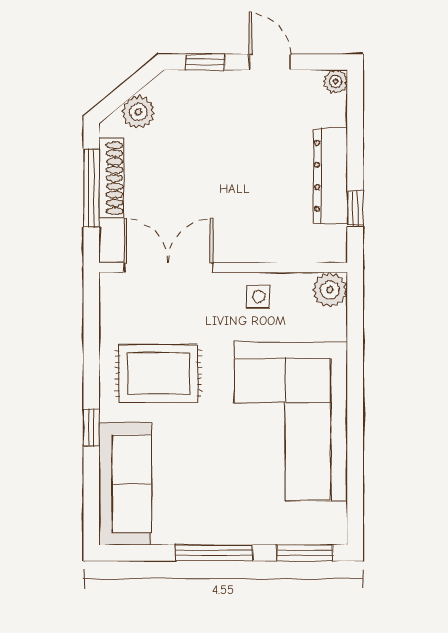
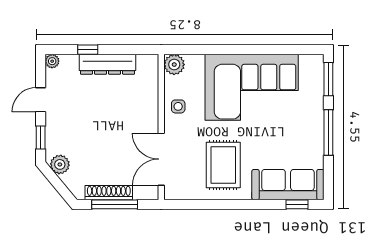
plant: (138, 112) -> (60, 164), moved
window: (355, 208) -> (88, 50), moved
window: (91, 427) -> (297, 204), moved

